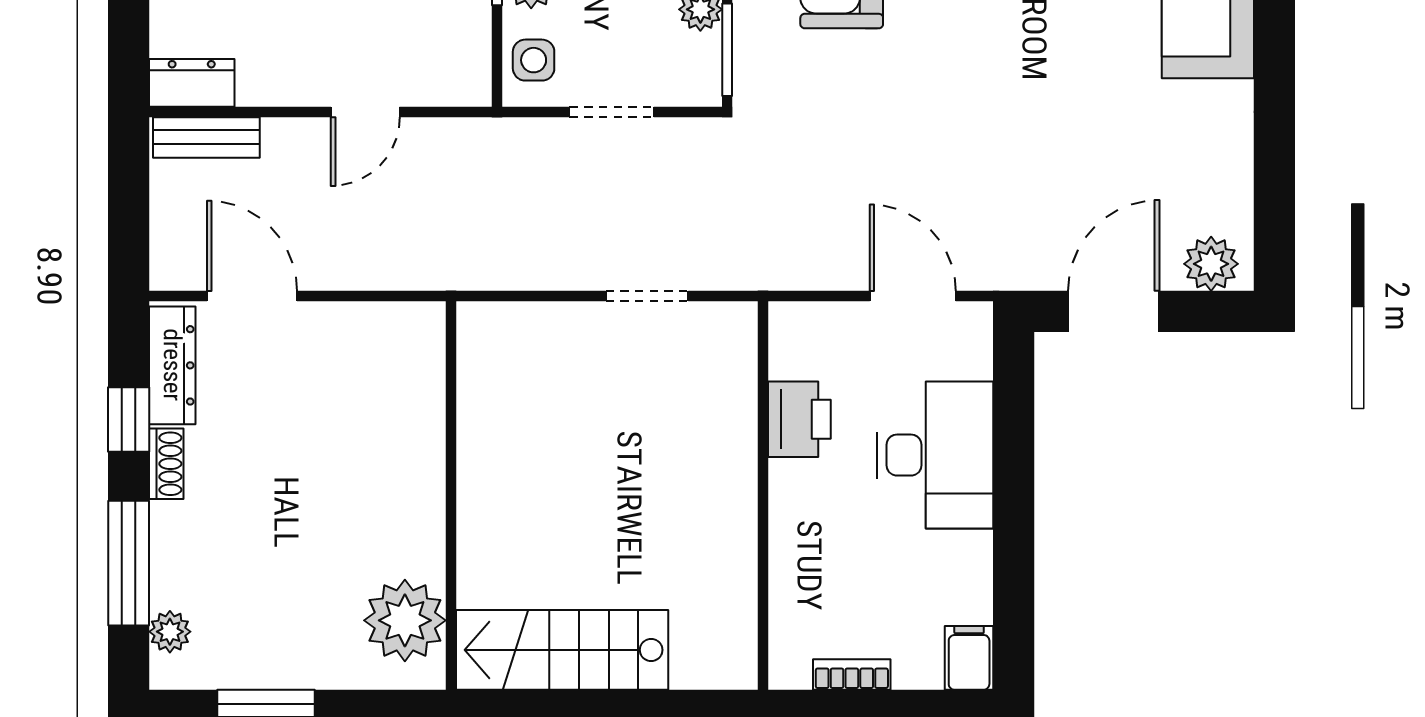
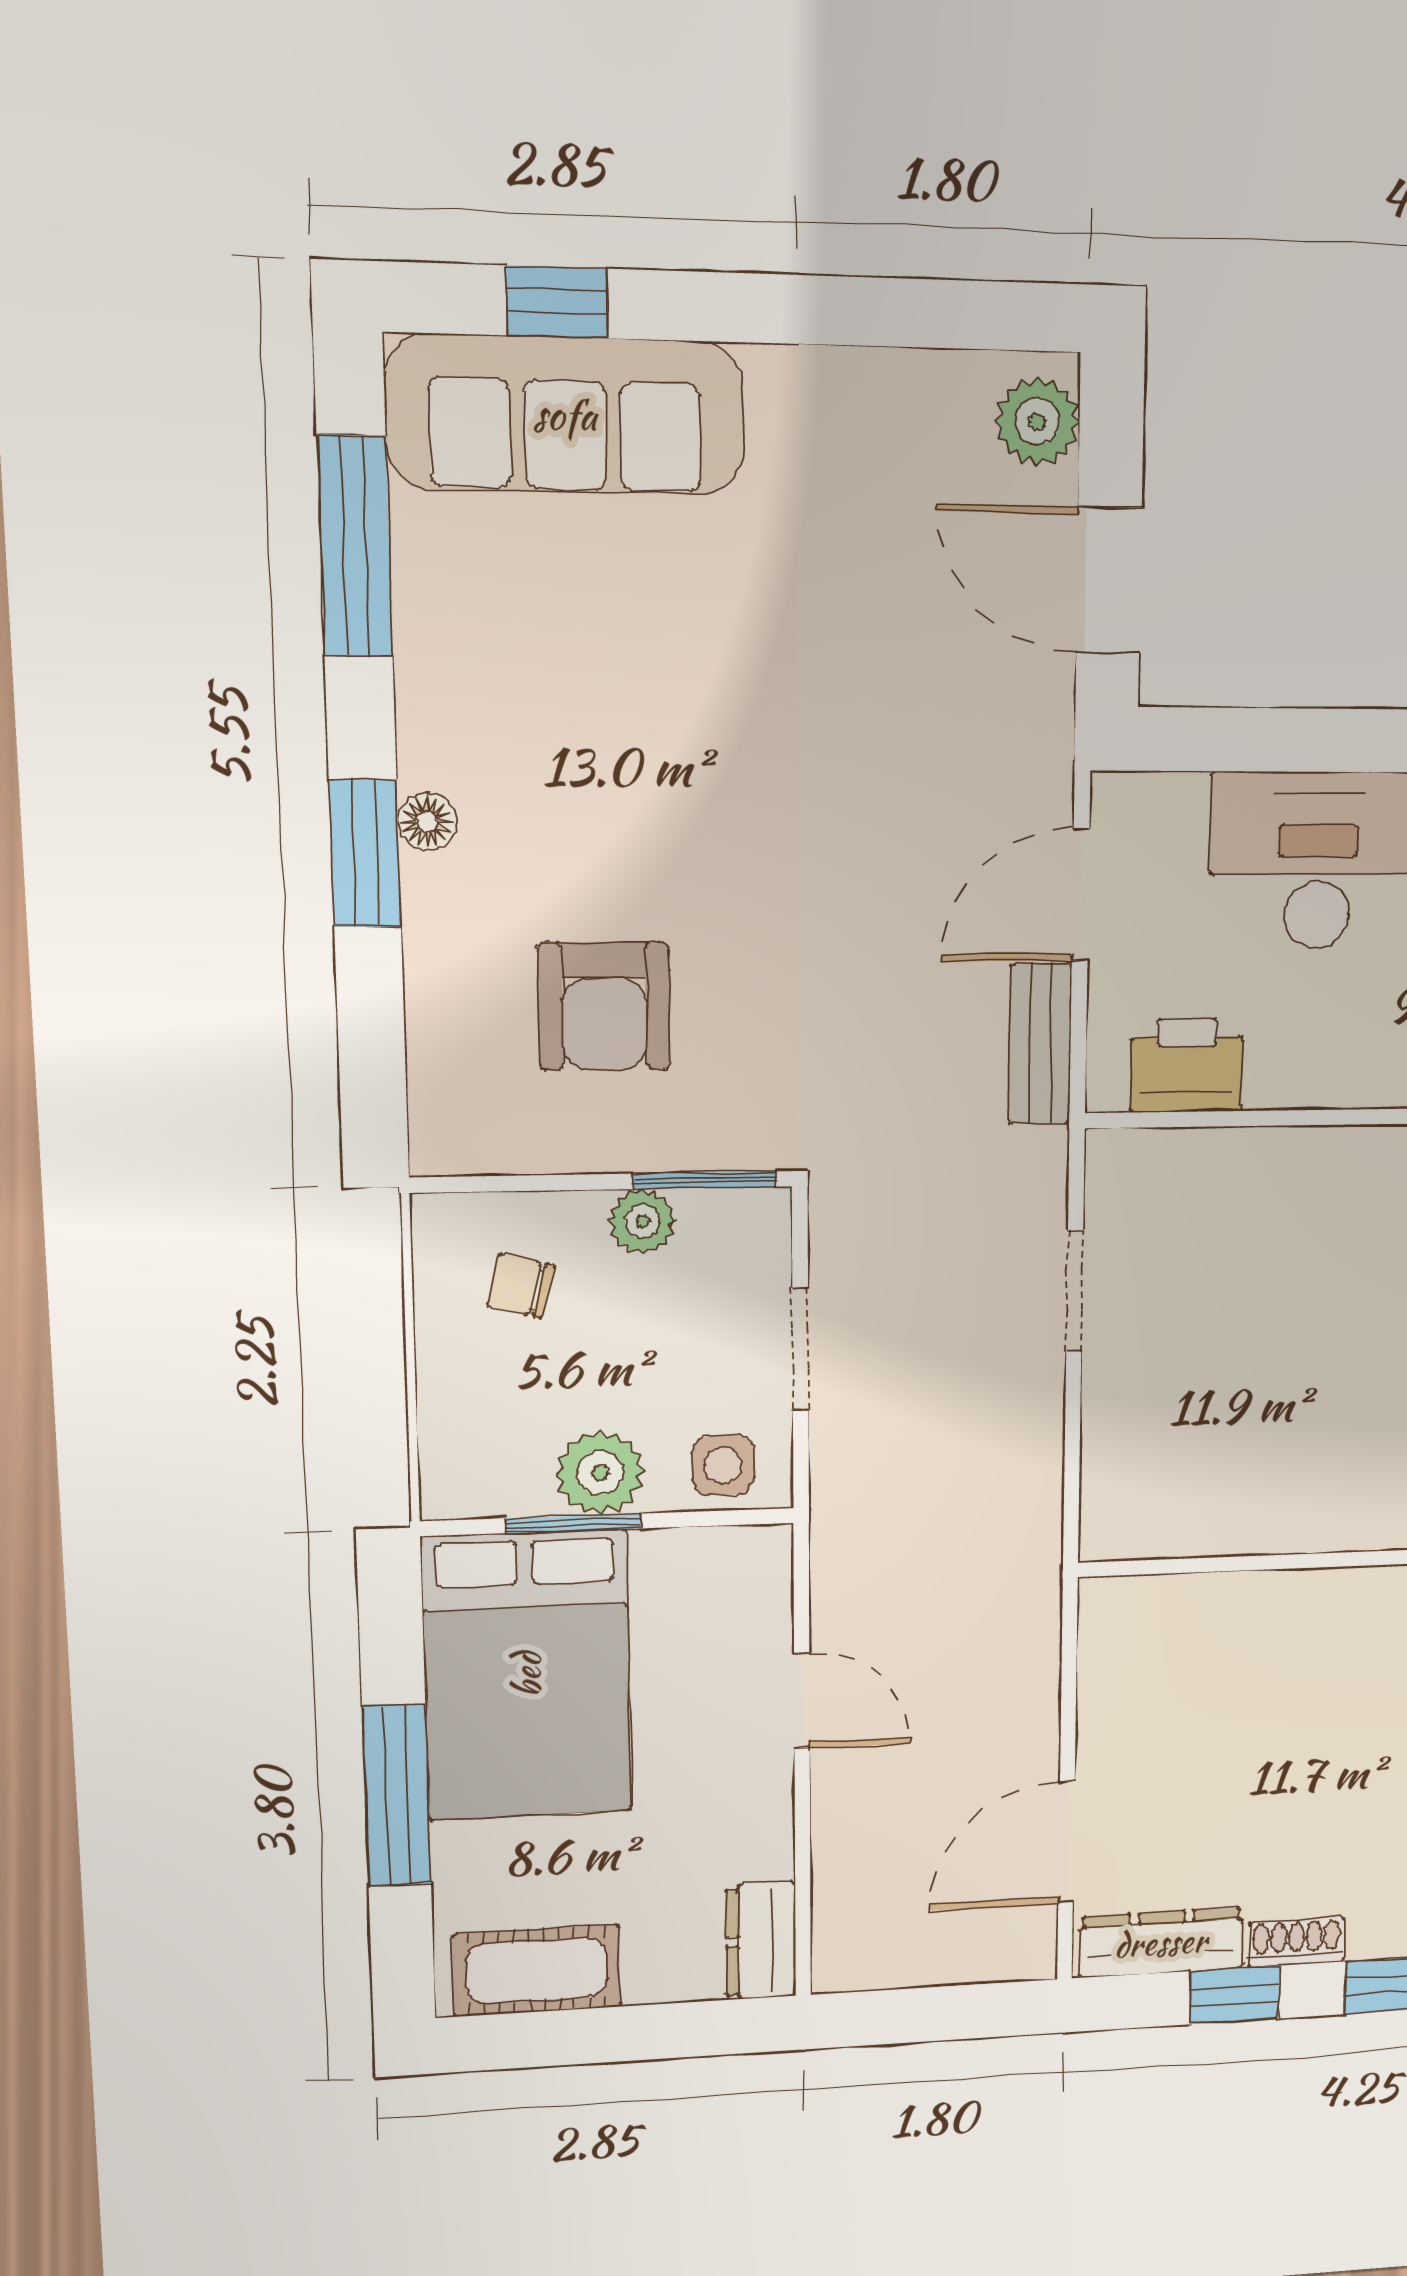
bench: (206, 137) -> (1040, 1044), moved
printer: (799, 419) -> (1187, 1065), moved

